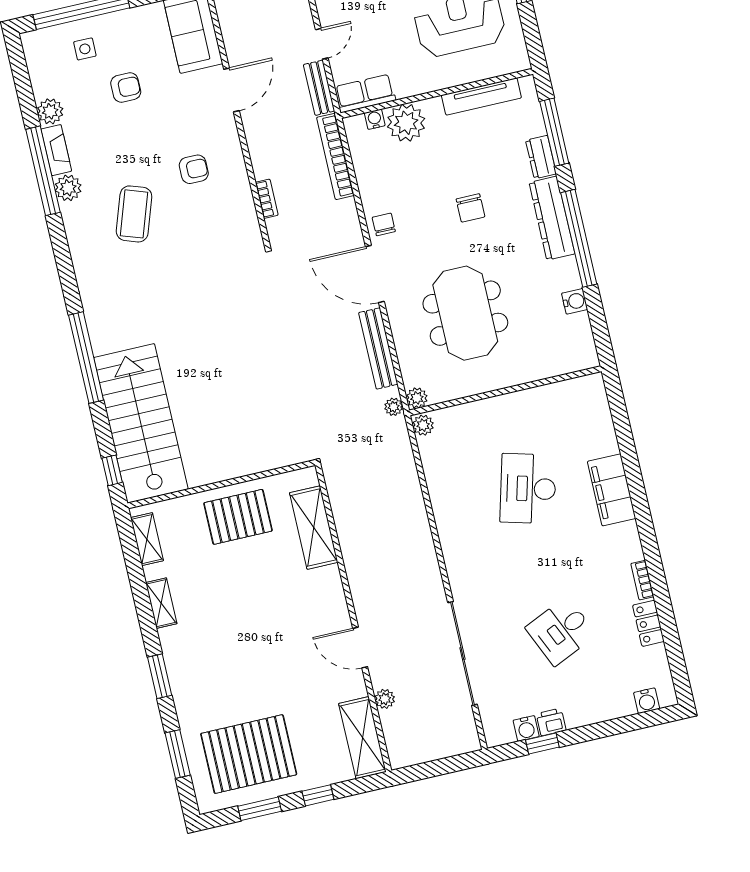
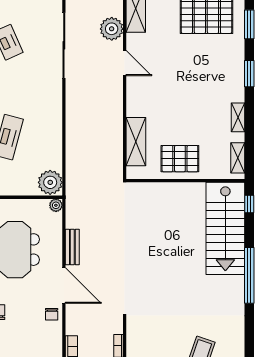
bench: (378, 348) -> (72, 247), width x0.73
plant: (394, 407) -> (71, 203), removed
plant: (423, 425) -> (50, 182), width x1.87, depth x1.87
plant: (385, 699) -> (112, 29), width x1.88, depth x1.88

